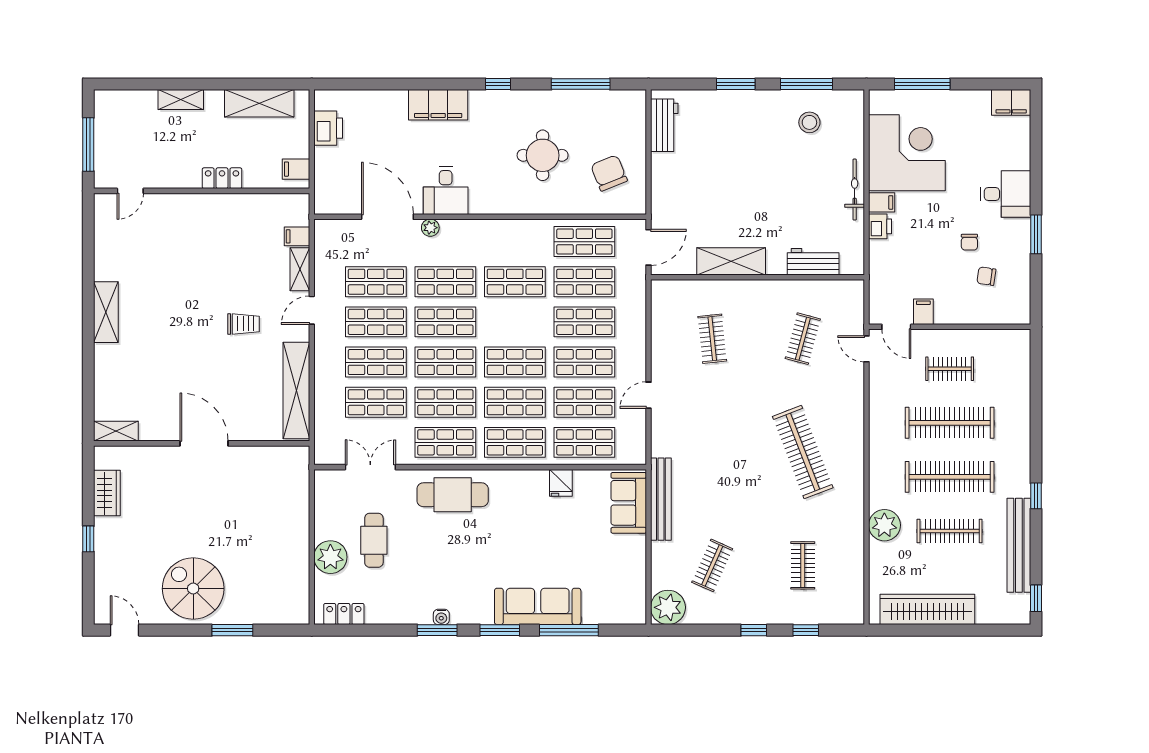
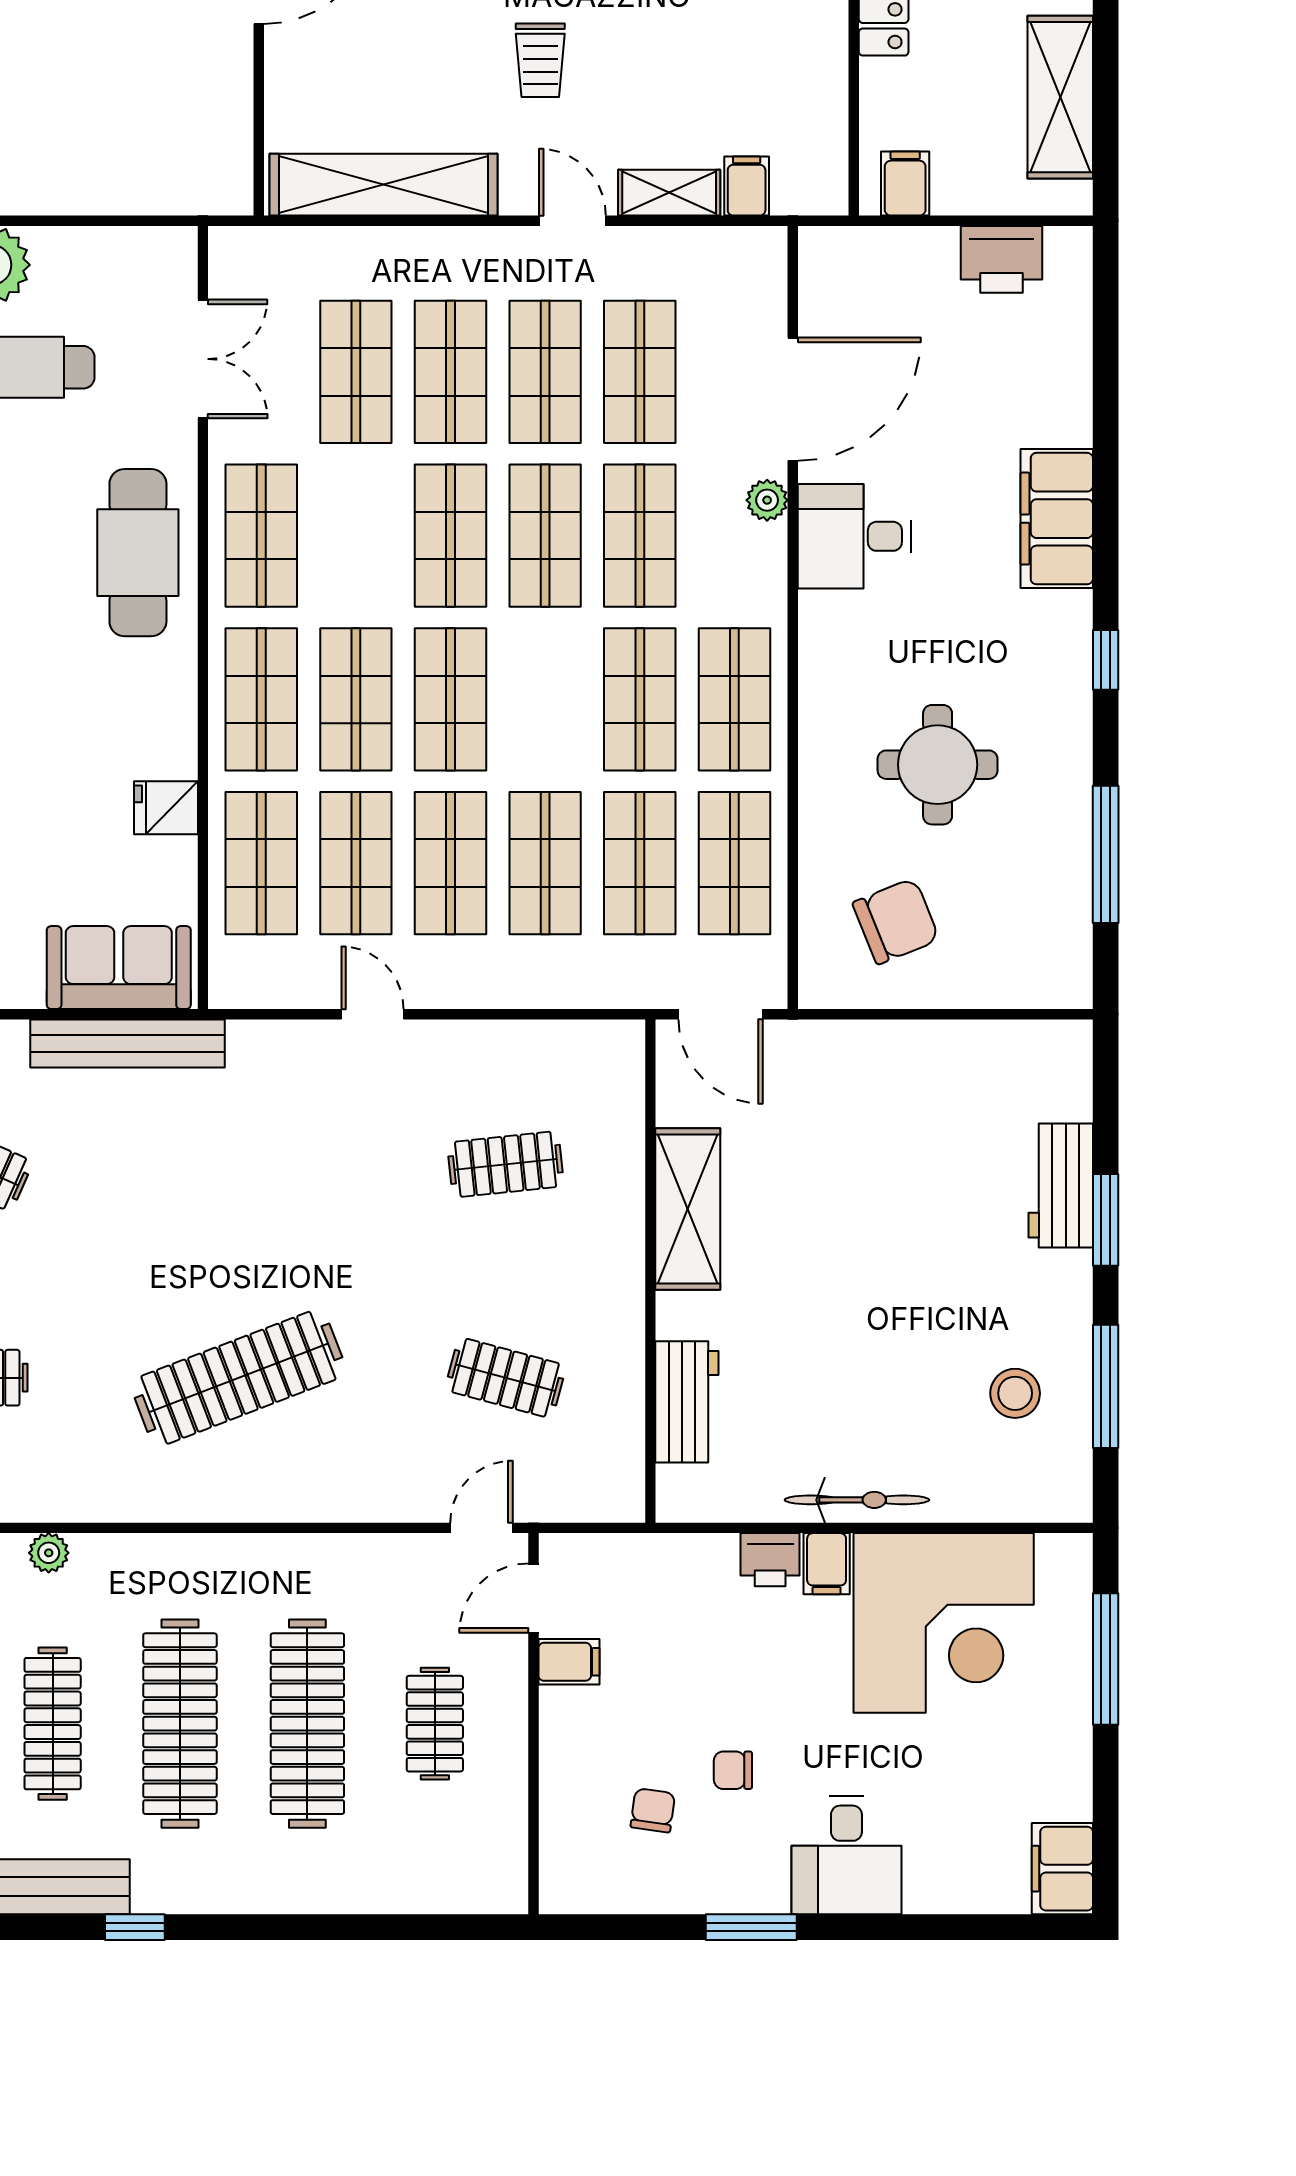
workbench: (664, 125) -> (1061, 1185), moved, turned 90
shop shelf: (445, 402) -> (734, 699), moved
plant: (884, 525) -> (49, 1553), width x0.53, depth x0.53

